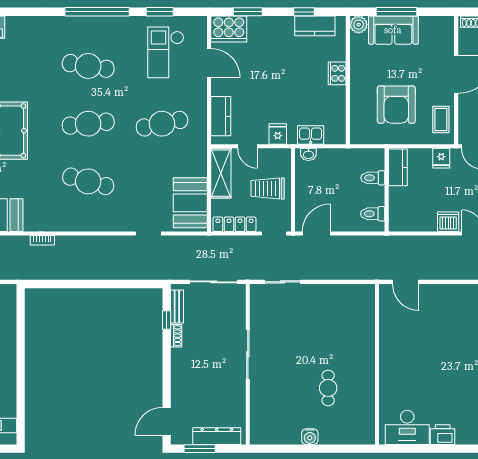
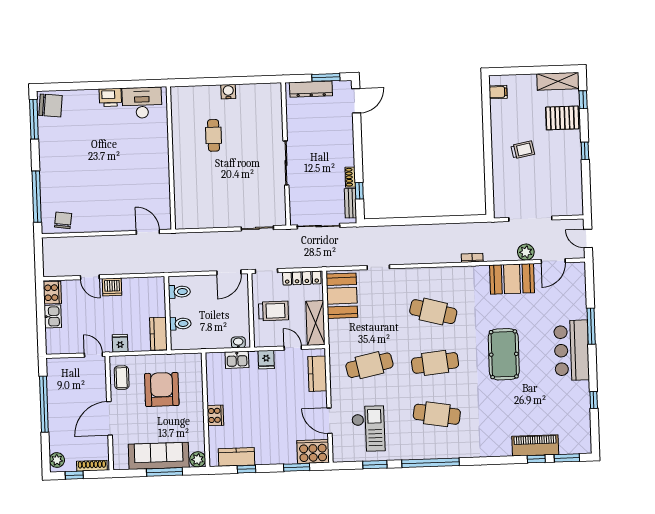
sofa: (393, 30) -> (159, 456), width x1.36

